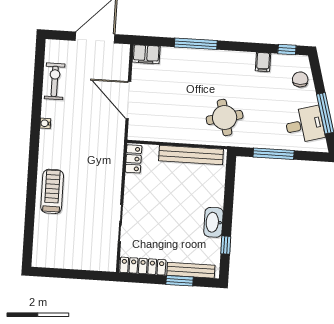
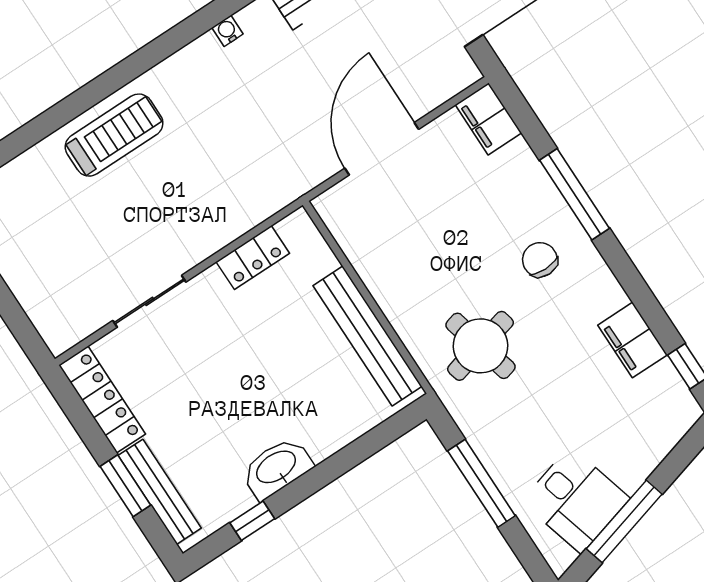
filing cabinet: (263, 62) -> (633, 340), width x2.00
chair: (300, 79) -> (540, 260), moved, turned -90
locker: (134, 159) -> (253, 258), moved

